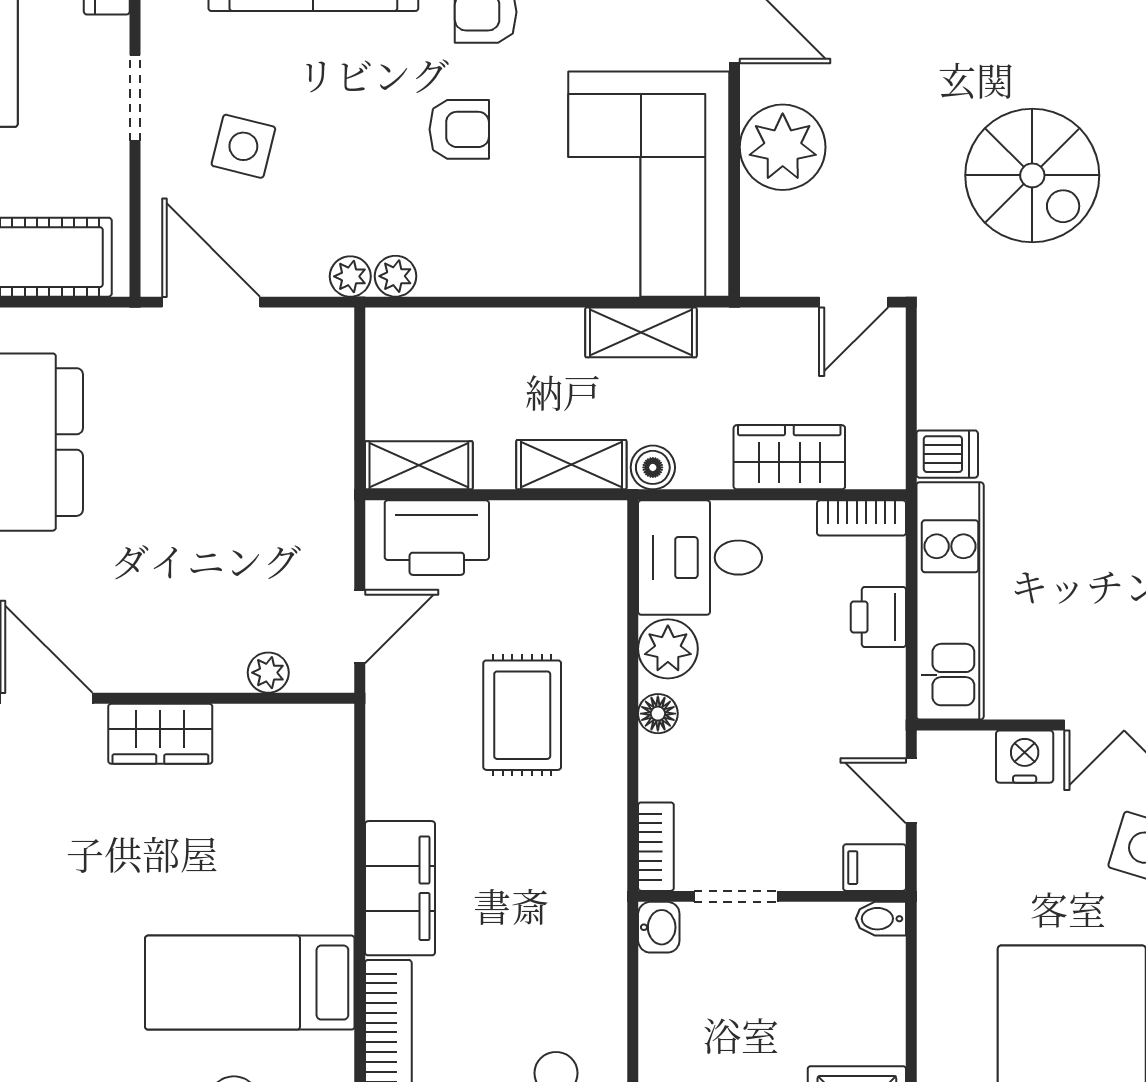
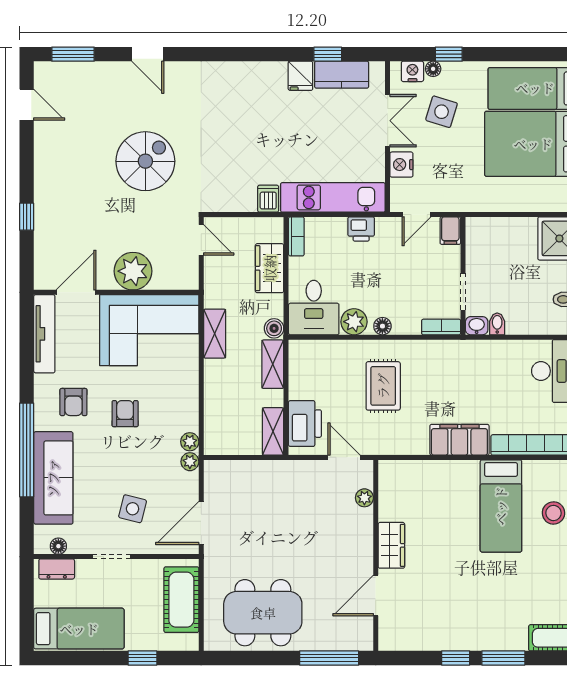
printer: (878, 617) -> (361, 229), moved
rug: (522, 715) -> (383, 386), turned 90
bidet: (881, 919) -> (497, 324), moved, turned 180

